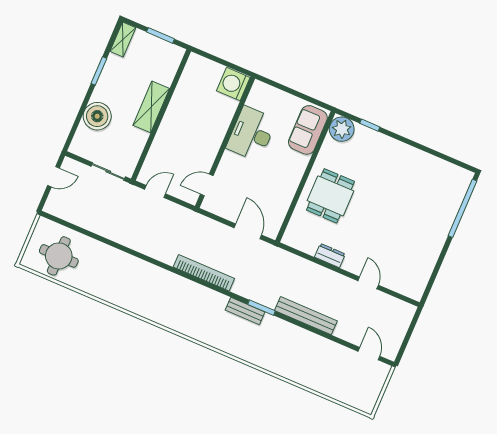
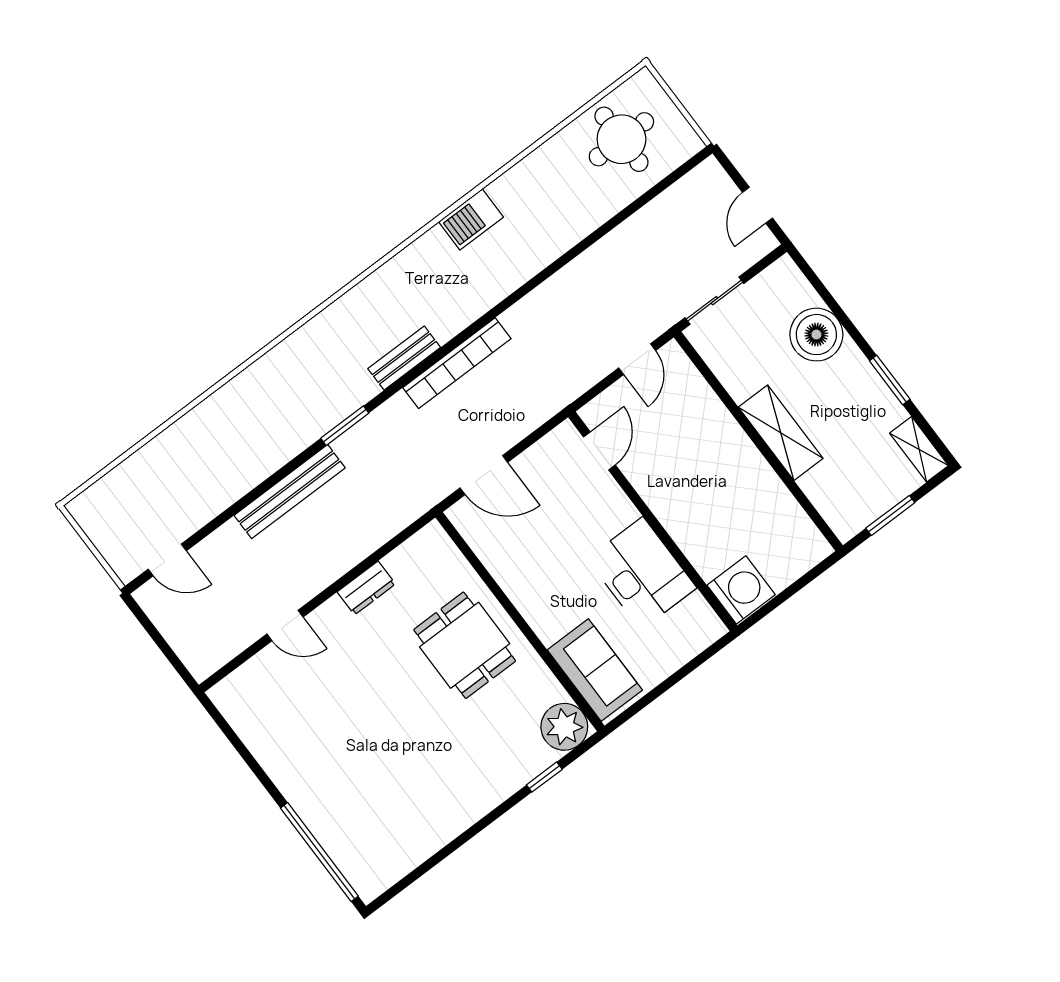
barbecue: (135, 304) -> (471, 219), added
bench: (245, 311) -> (404, 358), moved

